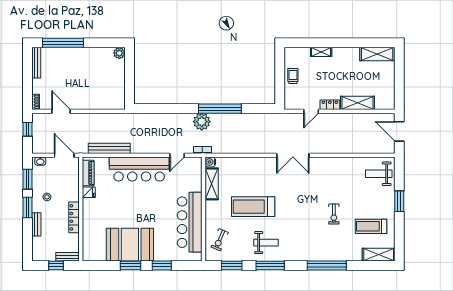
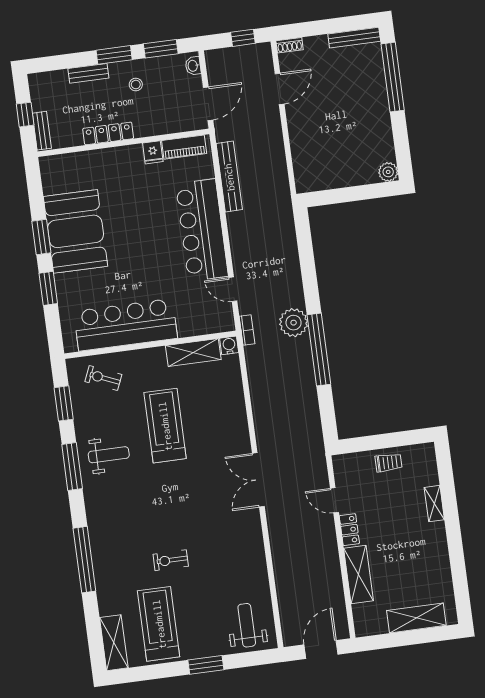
shelving: (377, 54) -> (416, 618), moved, turned 90
treadmill: (371, 226) -> (159, 624), width x1.37, depth x1.38
weight bench: (266, 243) -> (109, 455), turned -90

